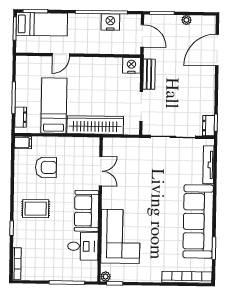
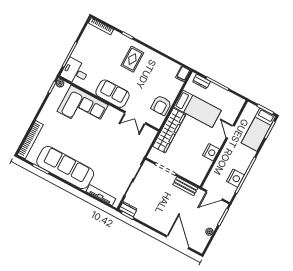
nightstand: (131, 65) -> (211, 152), moved
armchair: (46, 167) -> (161, 105), moved
desk: (83, 246) -> (75, 72), moved, turned 90

